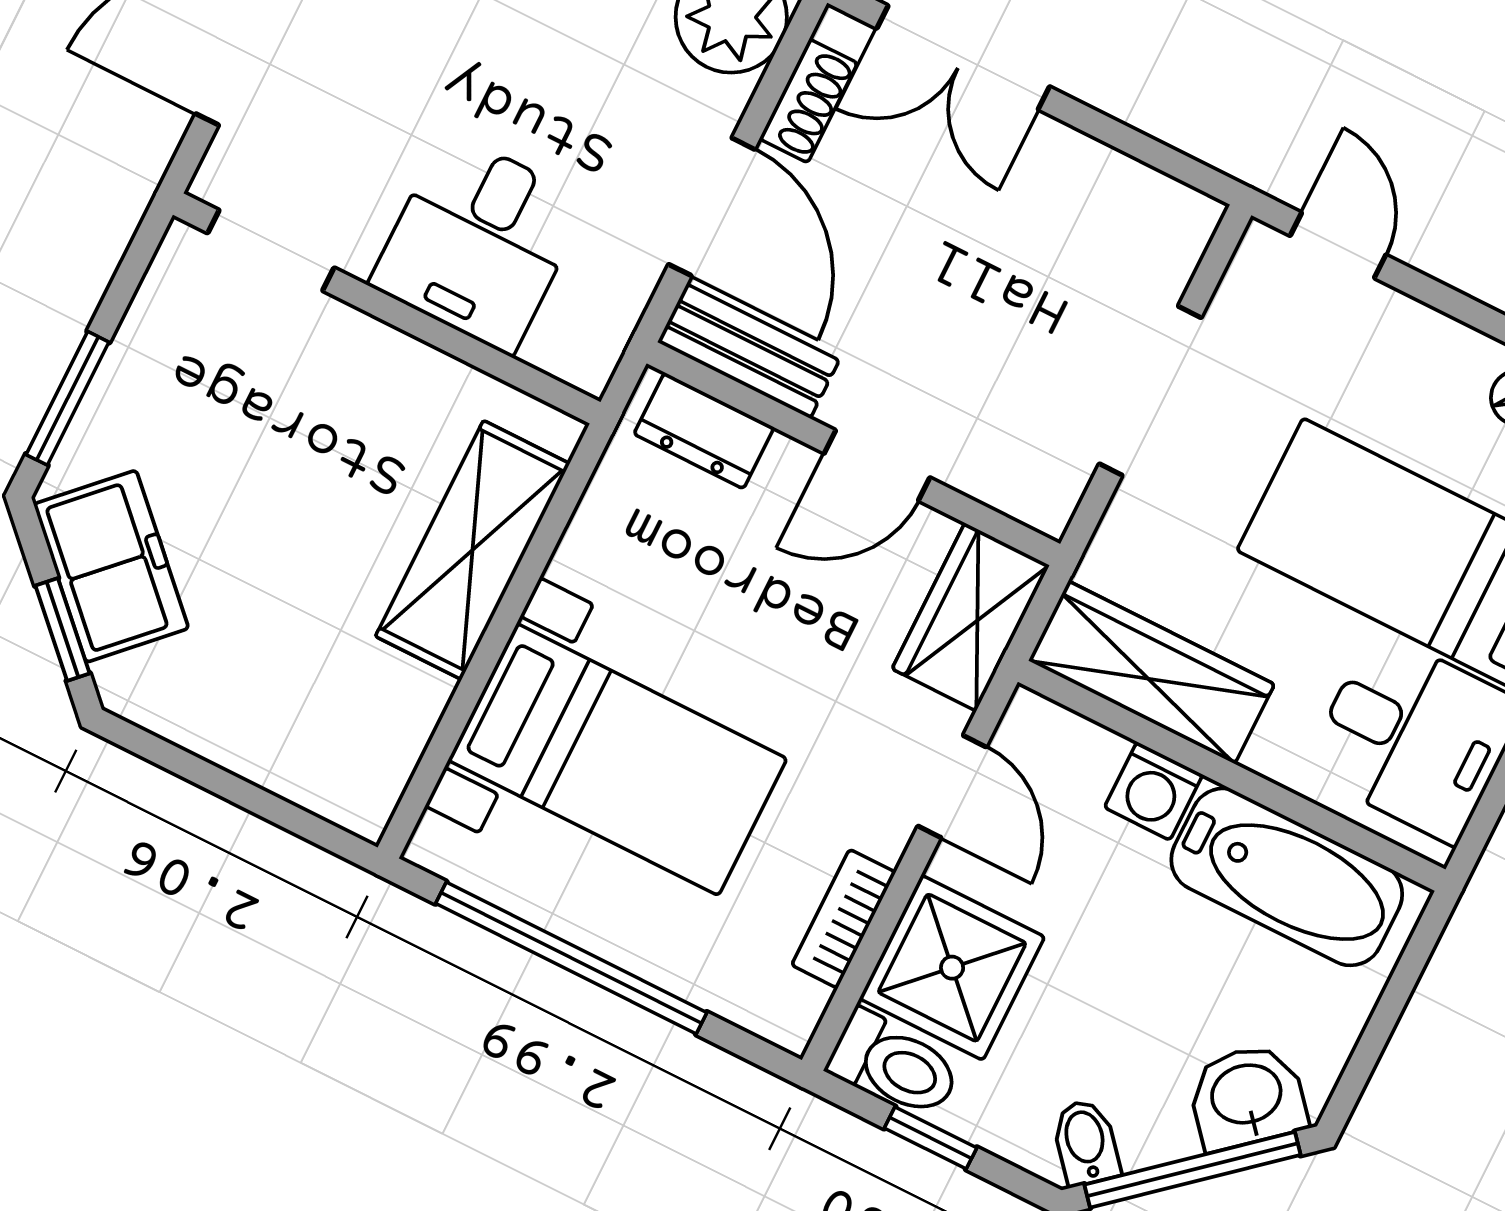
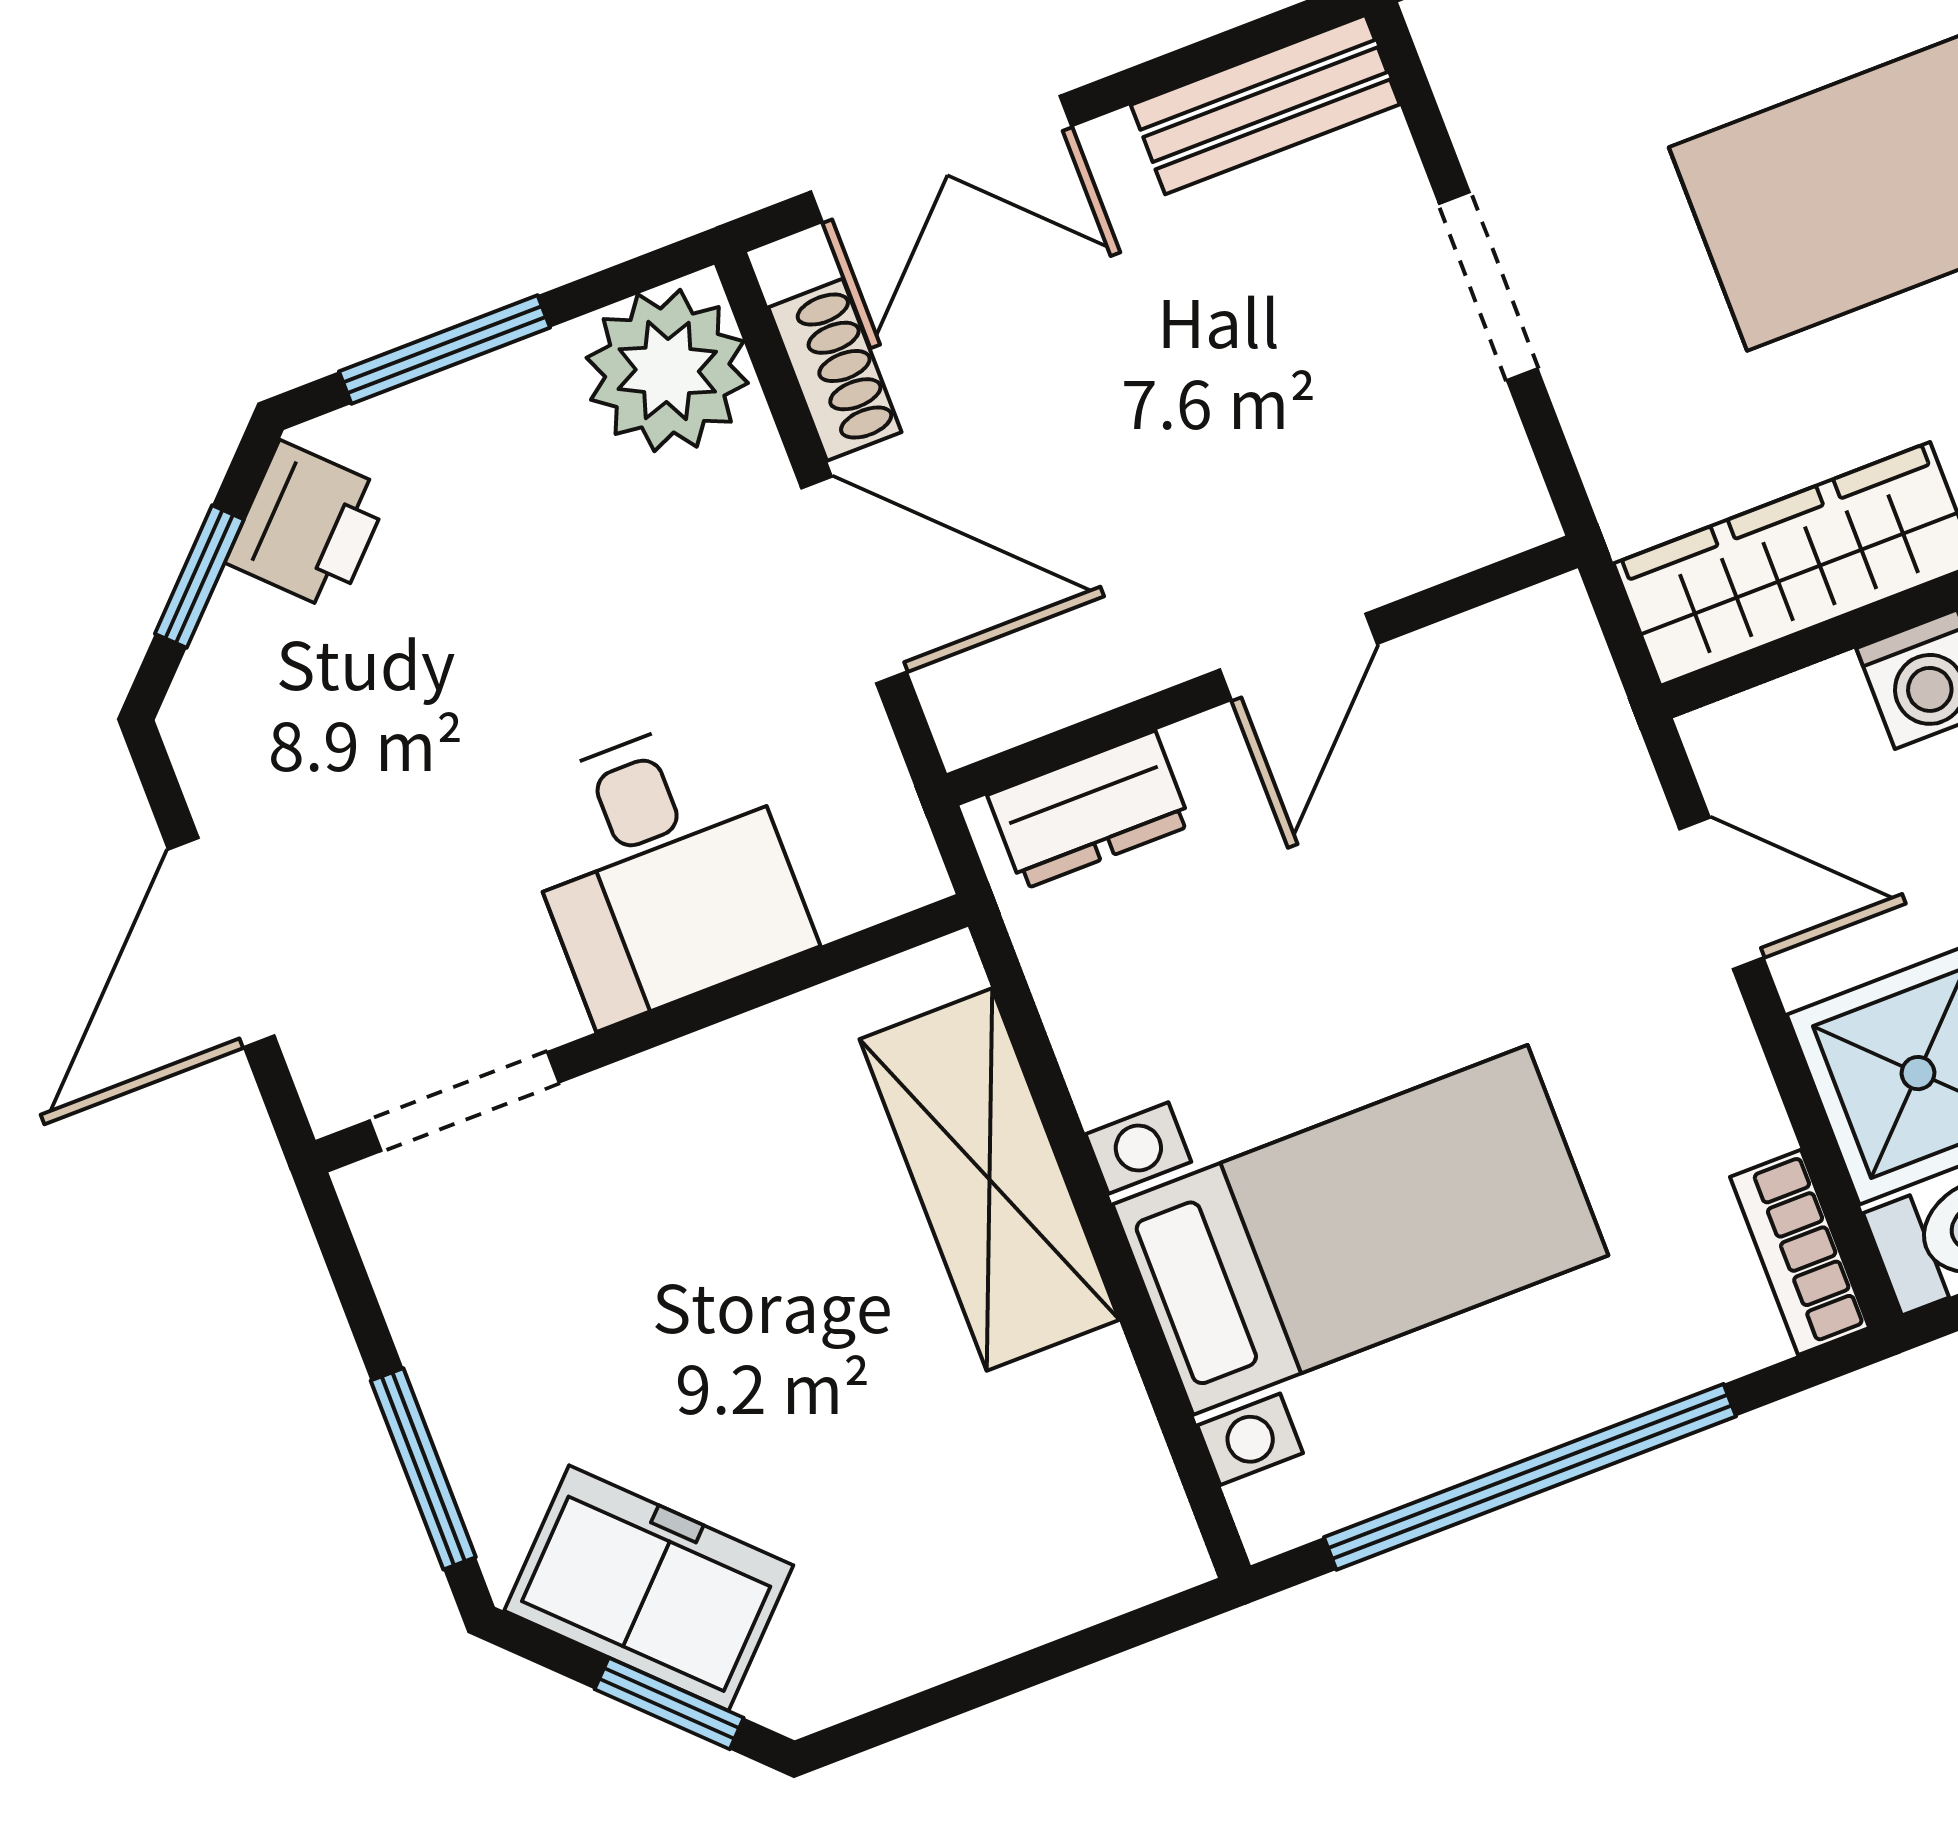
bench: (748, 351) -> (1265, 105), moved
doorway: (1150, 391) -> (1488, 286), width x0.73
wardrobe: (971, 617) -> (1556, 705), removed
bookcase: (844, 919) -> (1800, 1252), moved

